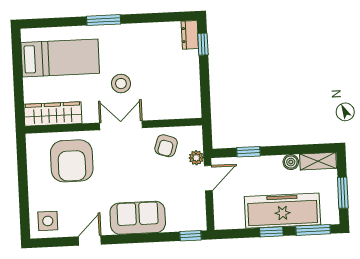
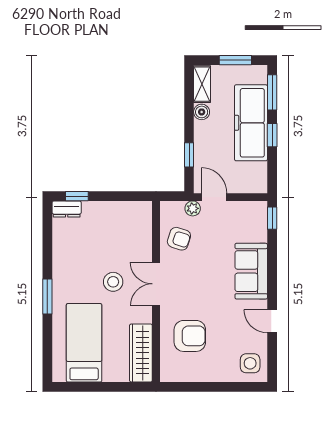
armchair: (72, 161) -> (190, 336), width x0.73, depth x0.73

